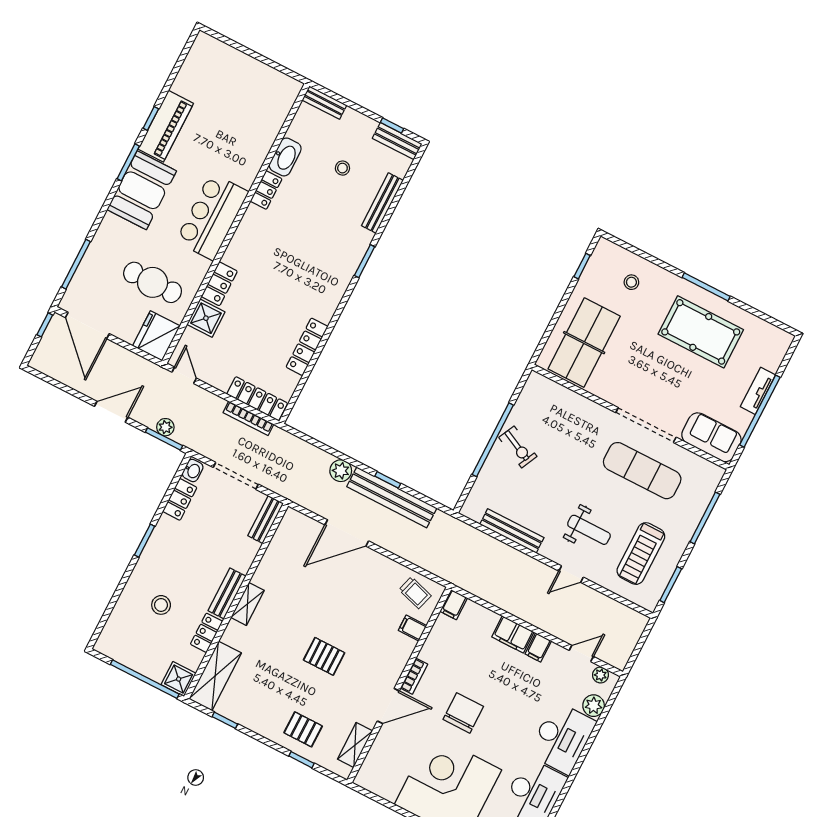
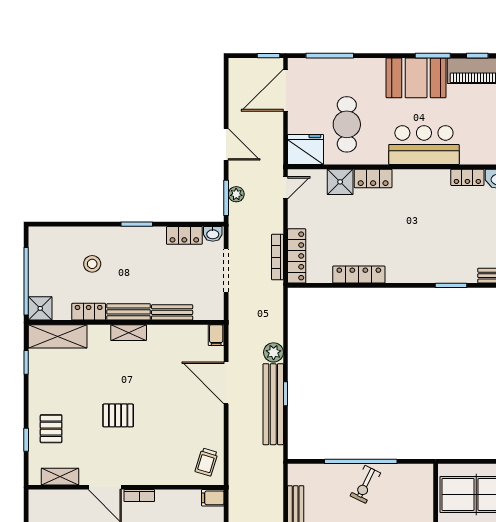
bench: (266, 519) -> (172, 312), moved
filing cabinet: (413, 628) -> (216, 335), moved, turned 180
pallet: (324, 656) -> (118, 415), turned 90

